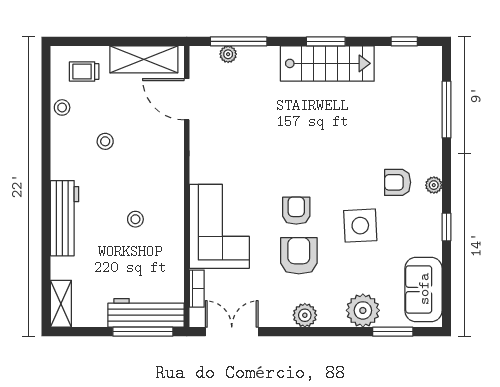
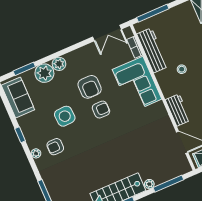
plant: (228, 54) -> (149, 184), moved
workbench: (171, 155) -> (178, 110), added
armchair: (398, 182) -> (55, 147), turned 180
armchair: (296, 211) -> (101, 110), turned -90
workbench: (146, 313) -> (152, 50), moved, turned -90
plant: (305, 315) -> (59, 64), moved

